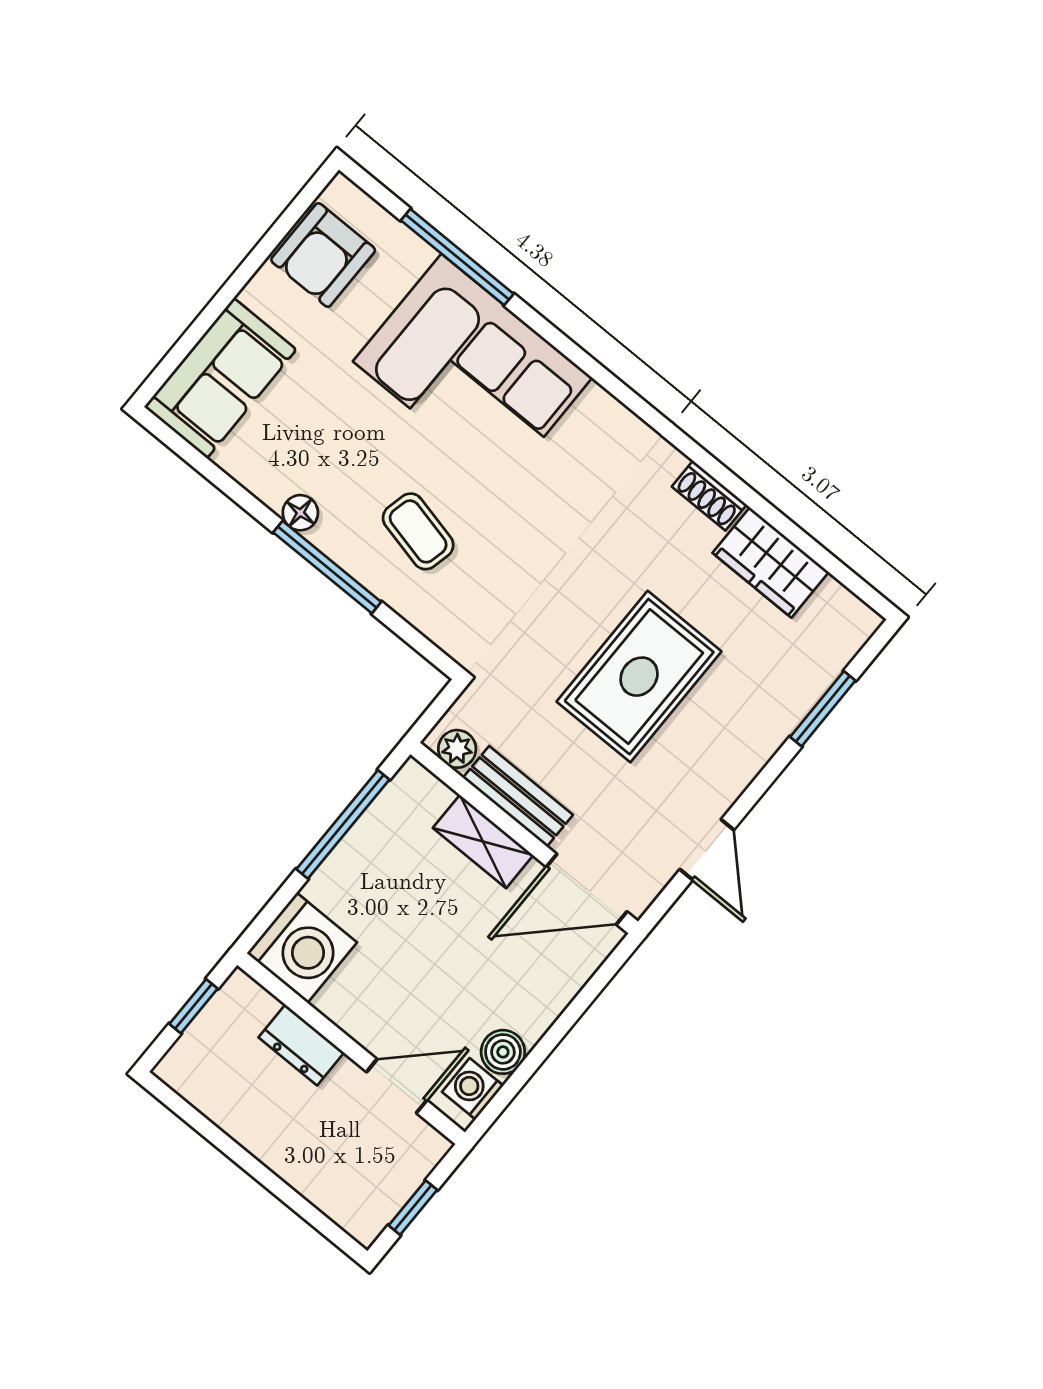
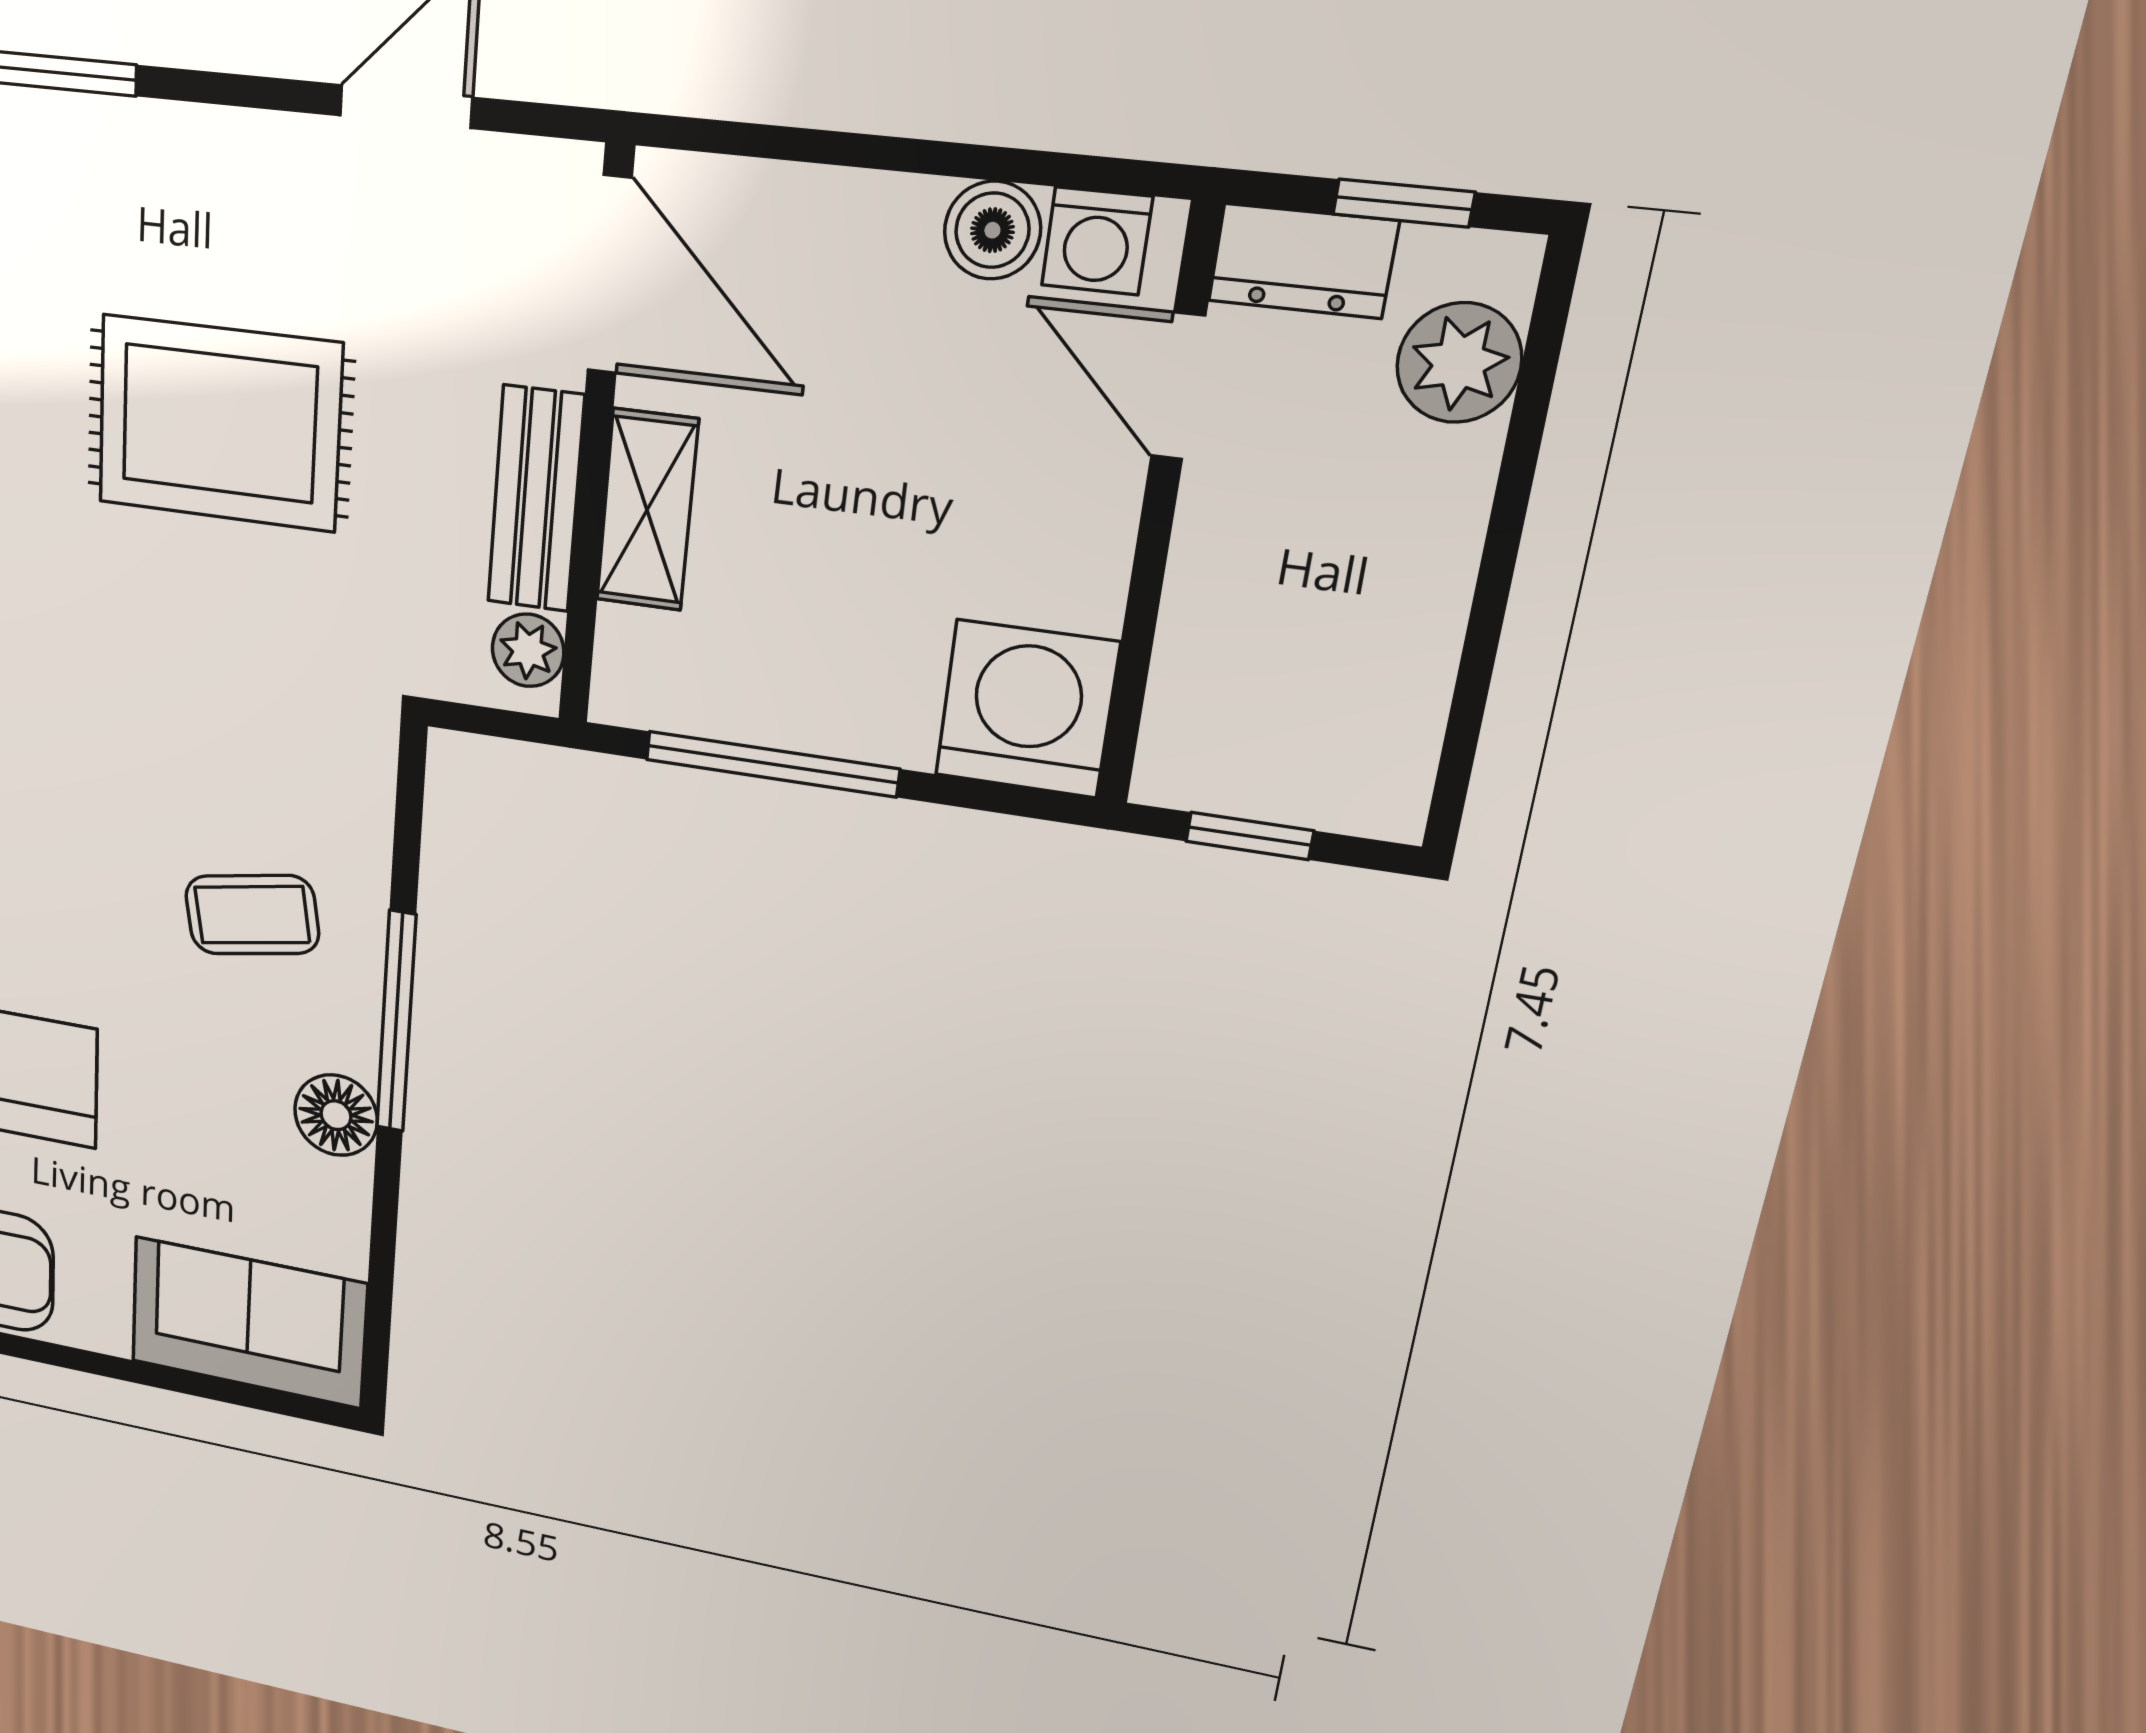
floor lamp: (300, 513) -> (336, 1115), width x1.37, depth x1.37
coffee table: (418, 531) -> (252, 915), turned 67
dresser: (301, 1045) -> (1303, 261), moved, turned 90
plant: (339, 1194) -> (1459, 363), added

